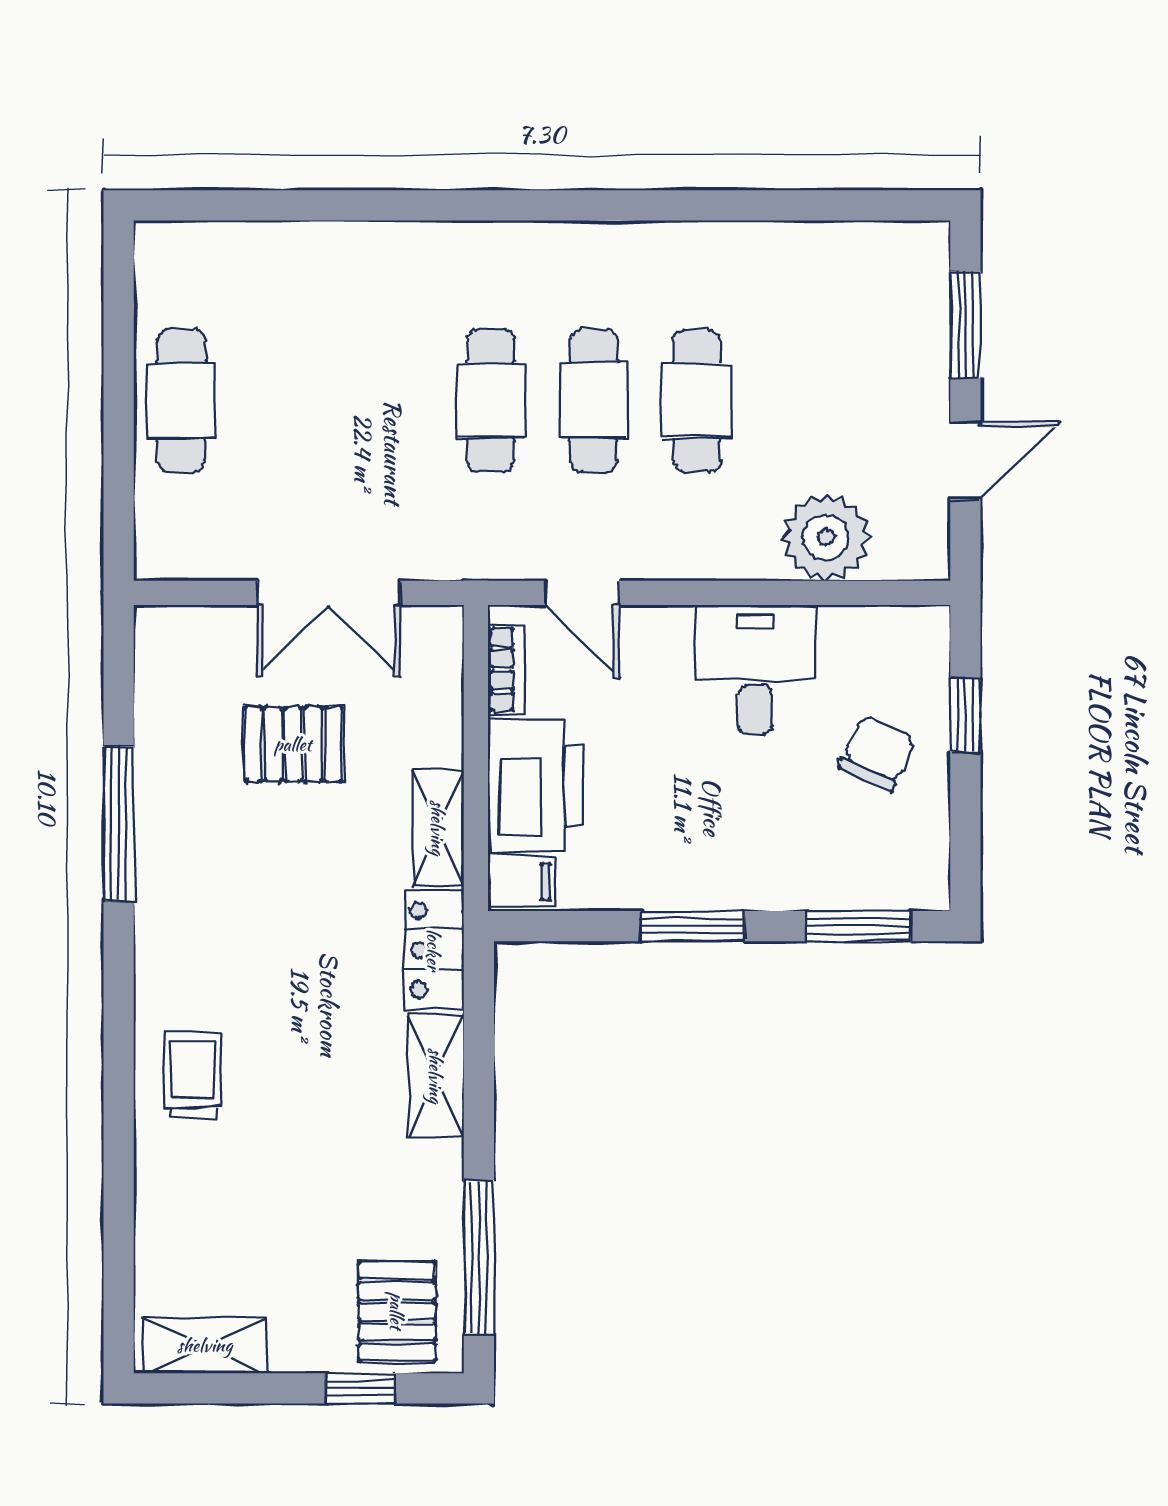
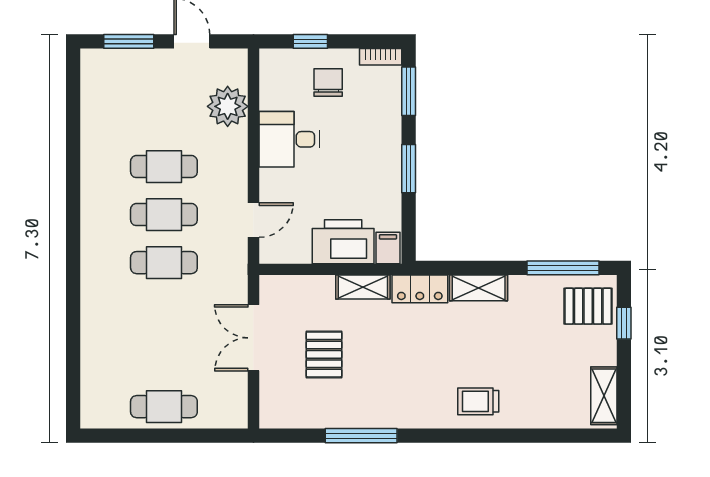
double door: (329, 593) -> (253, 338), swing flipped
bookcase: (506, 669) -> (381, 57), moved, turned 180
chair: (877, 753) -> (328, 82), turned 65

